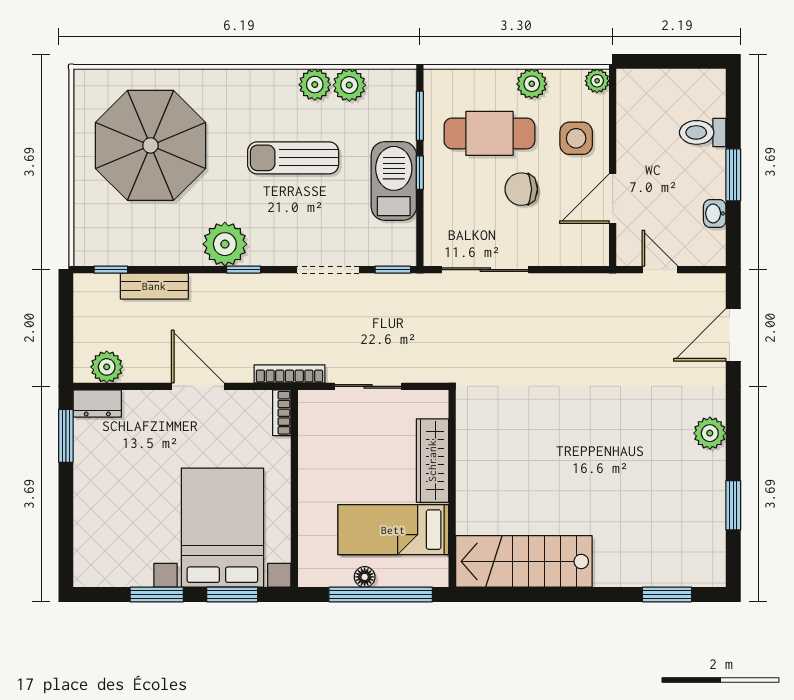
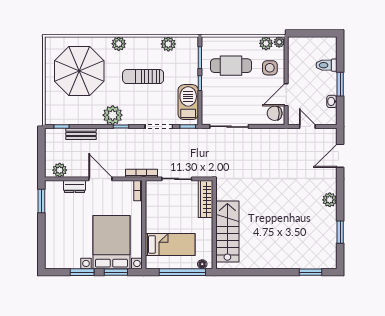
plant: (532, 84) -> (266, 43), moved
plant: (315, 85) -> (119, 44), moved
barbecue: (394, 181) -> (188, 102), moved
chair: (521, 189) -> (275, 113), moved
dresser: (97, 403) -> (75, 186), moved
wardrobe: (432, 461) -> (206, 199), moved
bed: (393, 530) -> (170, 244), moved, turned 180
stairs: (524, 561) -> (227, 231), moved, turned 90
floor lamp: (365, 577) -> (202, 264), moved

